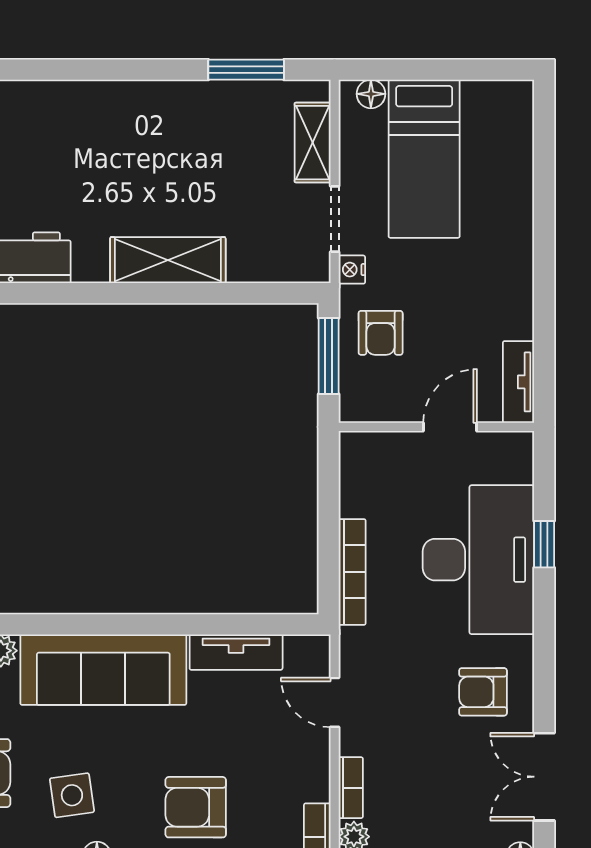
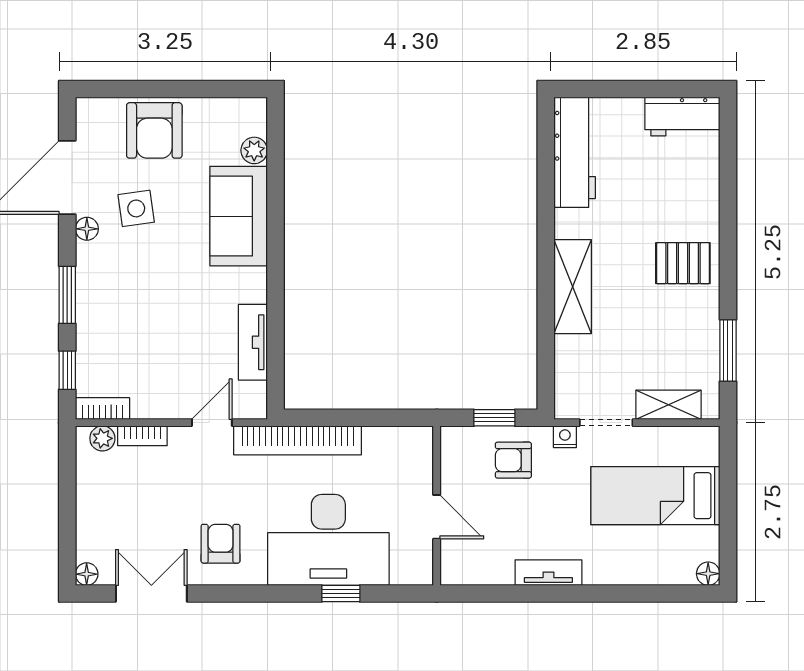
floor lamp: (371, 94) -> (708, 574), moved
pallet: (139, 125) -> (683, 263), added
window: (329, 356) -> (494, 418), width x0.67
tv unit: (518, 382) -> (548, 573), moved
bookcase: (352, 572) -> (298, 440), width x1.48, depth x1.31
sofa: (103, 670) -> (239, 216), width x0.73
armchair: (196, 807) -> (126, 309), removed

